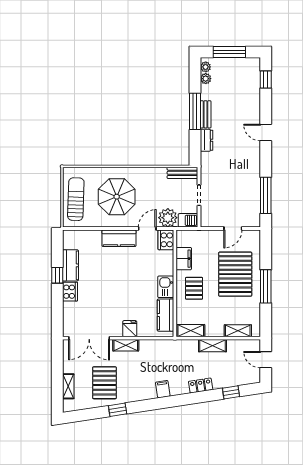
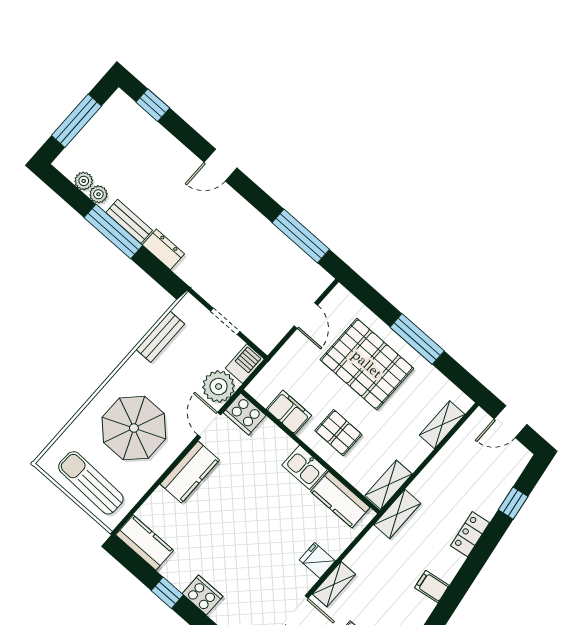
plant: (206, 67) -> (98, 194), moved
bench: (182, 173) -> (160, 337), moved
kitchen counter: (70, 265) -> (145, 543), moved
shelving: (212, 346) -> (397, 514), moved

